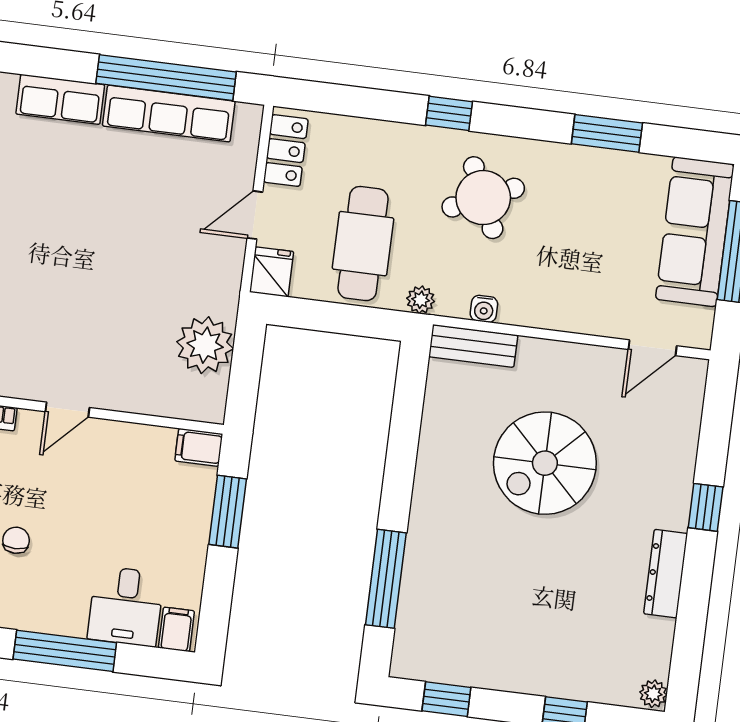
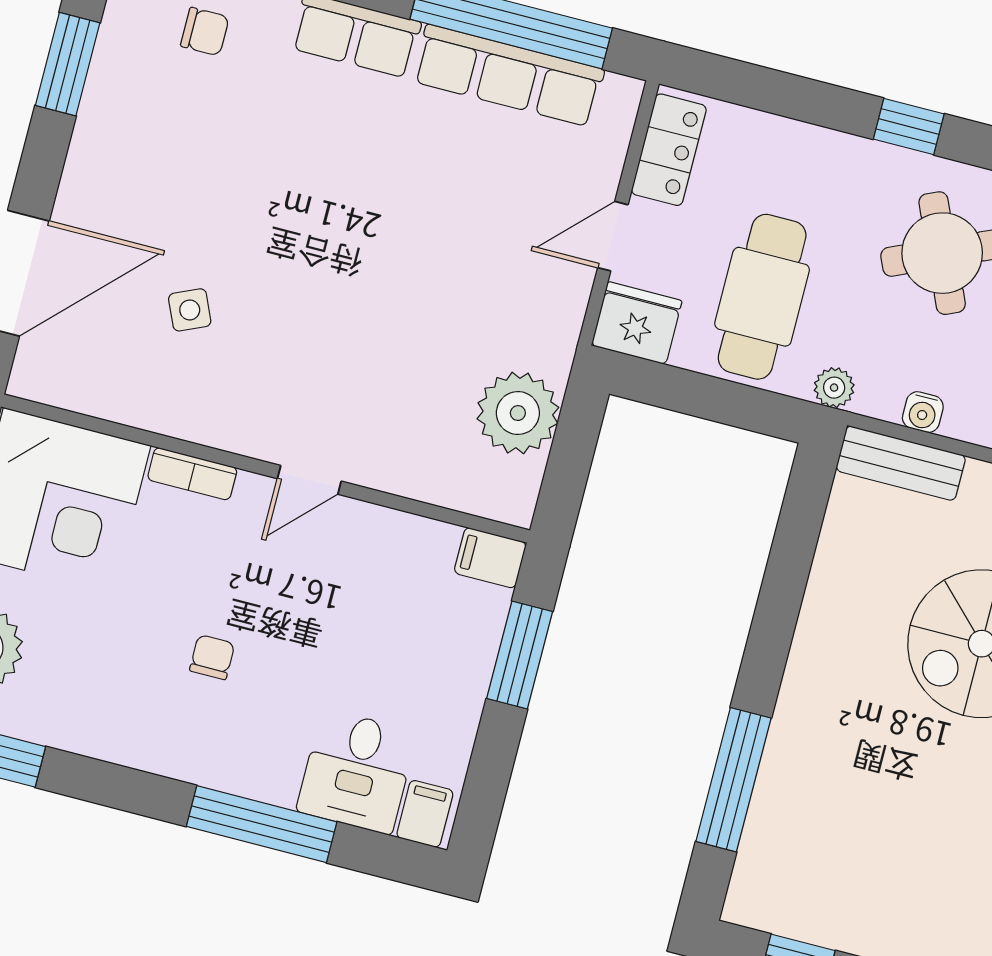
fridge: (272, 272) -> (637, 323), width x1.38

